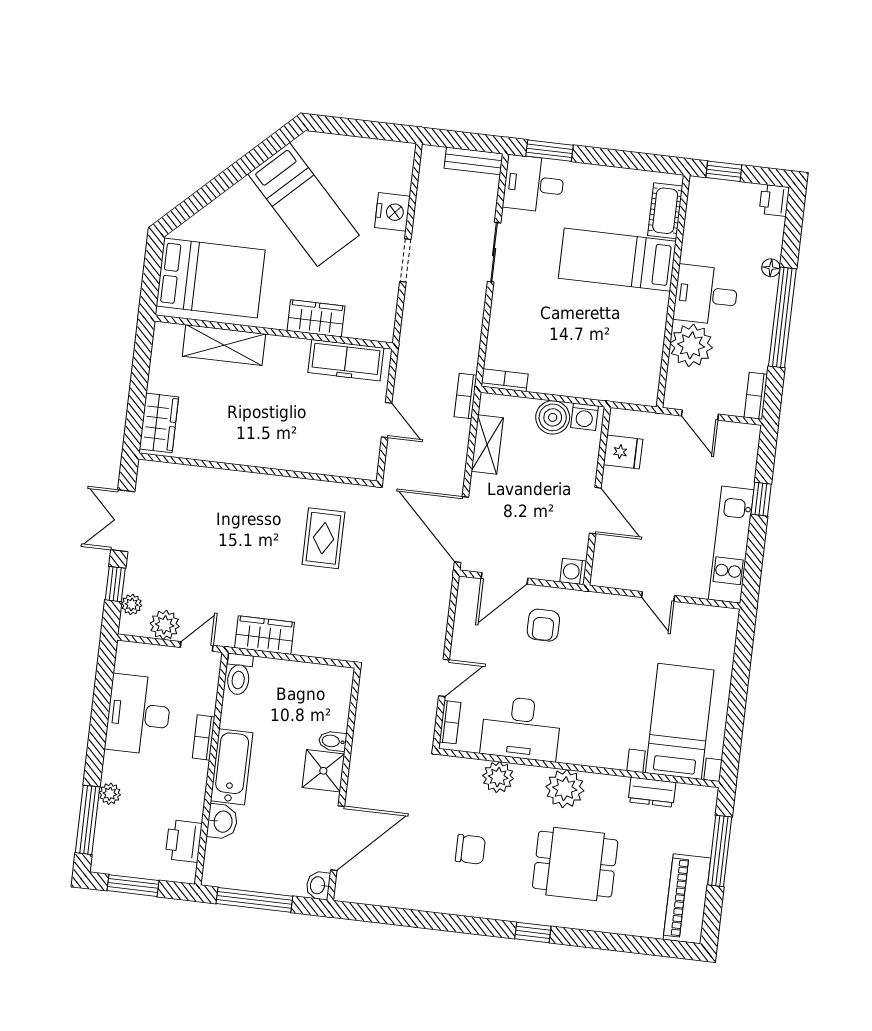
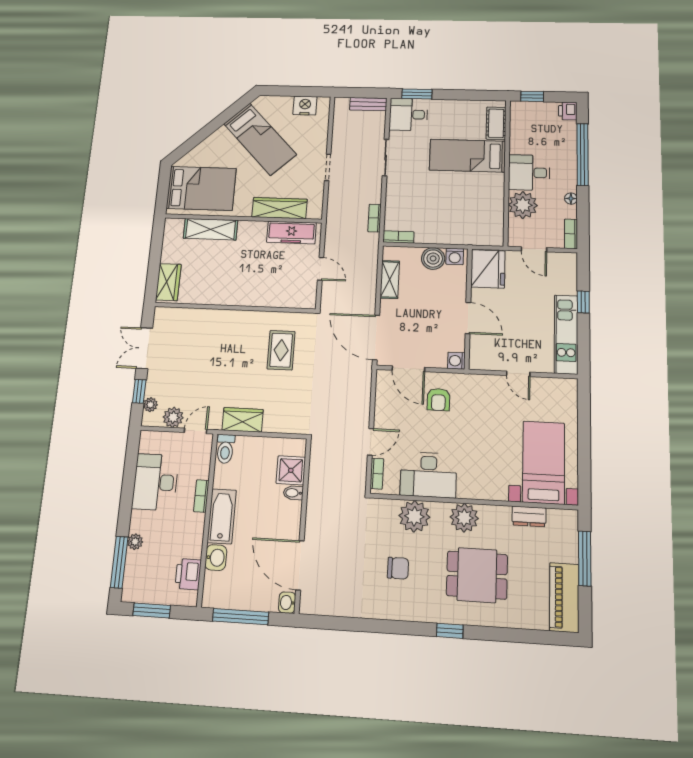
nightstand: (392, 212) -> (305, 106), moved, turned -90
floor lamp: (771, 268) -> (571, 199), moved
window: (782, 317) -> (583, 154), moved
wardrobe: (316, 318) -> (279, 208), width x1.50
bookcase: (466, 396) -> (375, 218), moved
fridge: (623, 452) -> (488, 269), width x1.88, depth x1.34
door: (505, 578) -> (408, 369), hinge flipped
shower: (323, 771) -> (291, 470), moved
plant: (498, 777) -> (414, 516), width x1.36, depth x1.36
door: (338, 838) -> (300, 565), swing flipped

